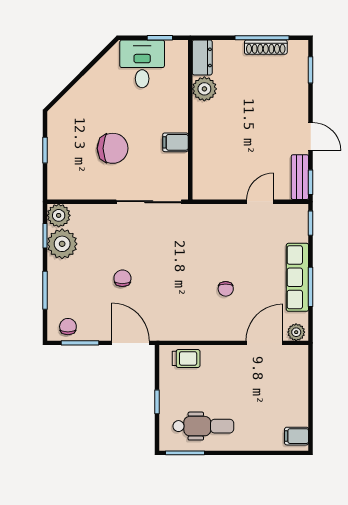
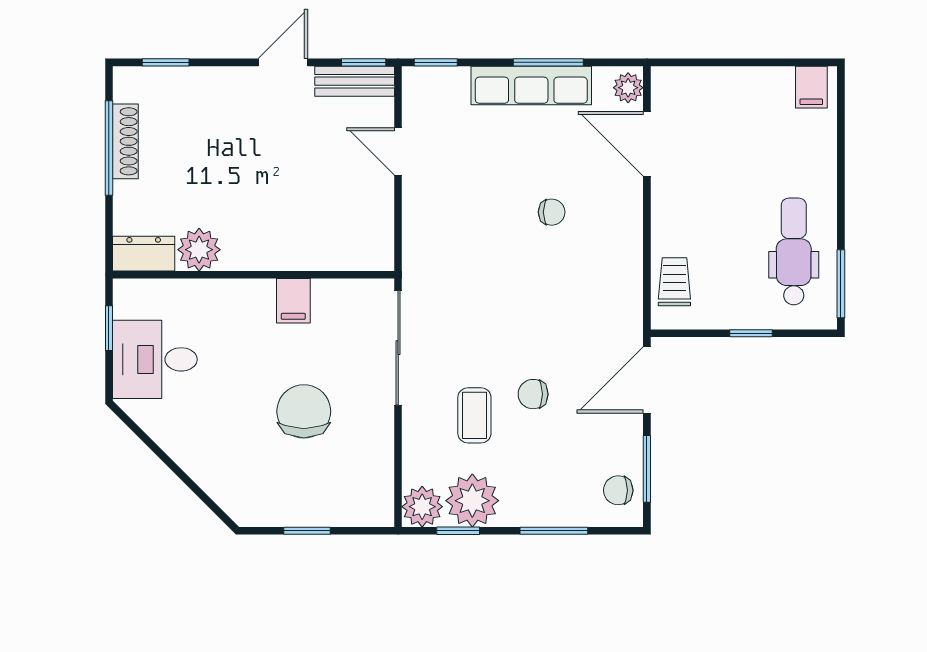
coffee table: (110, 245) -> (474, 415), added

